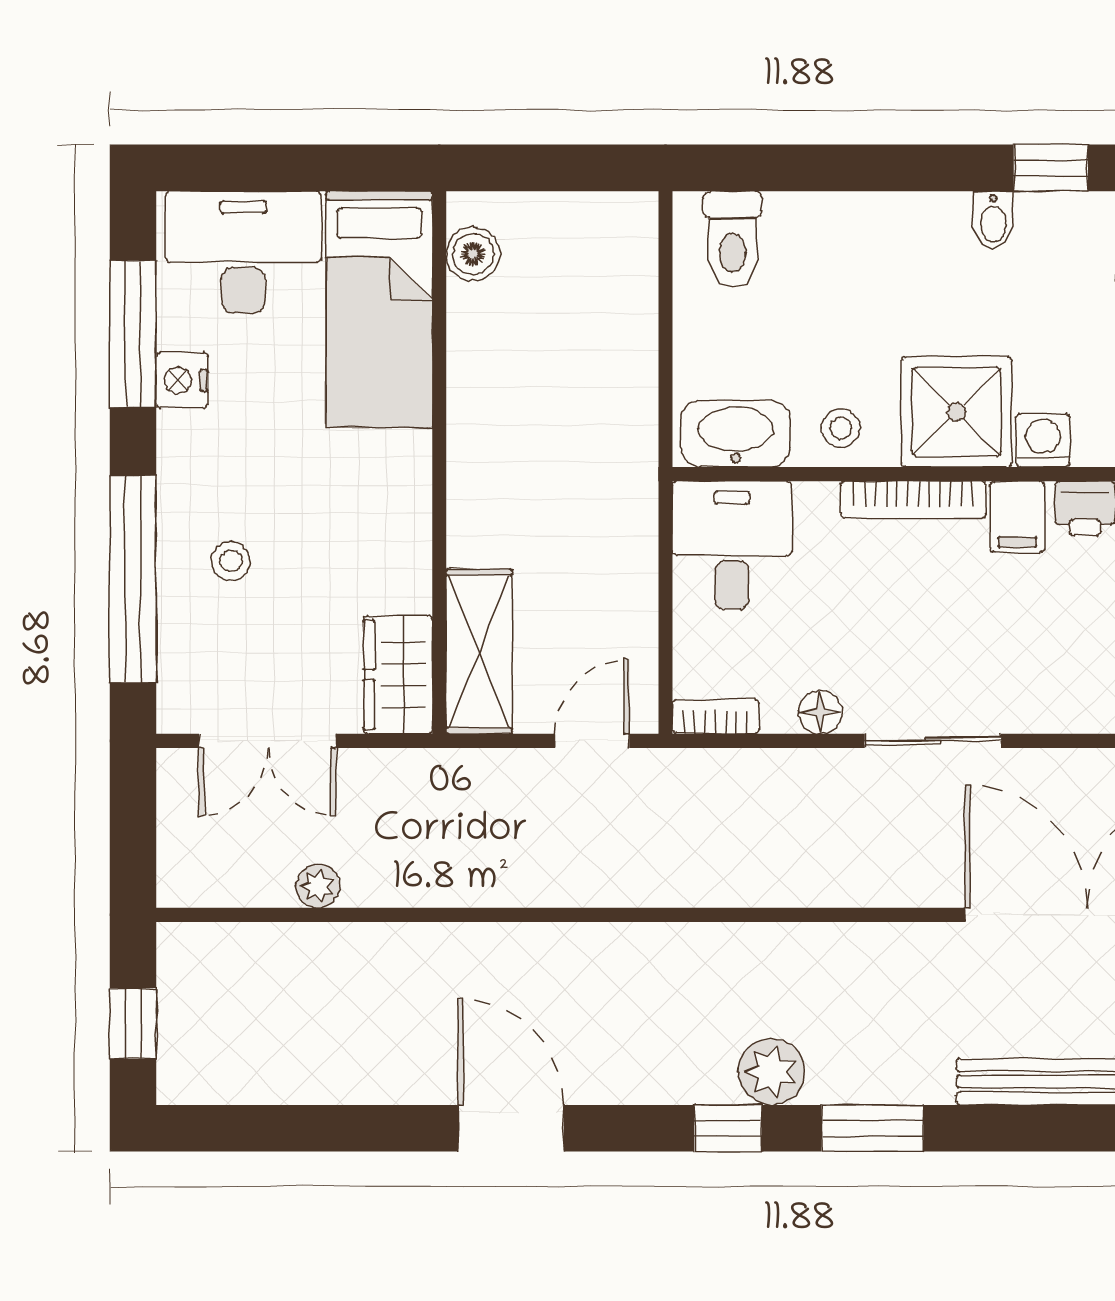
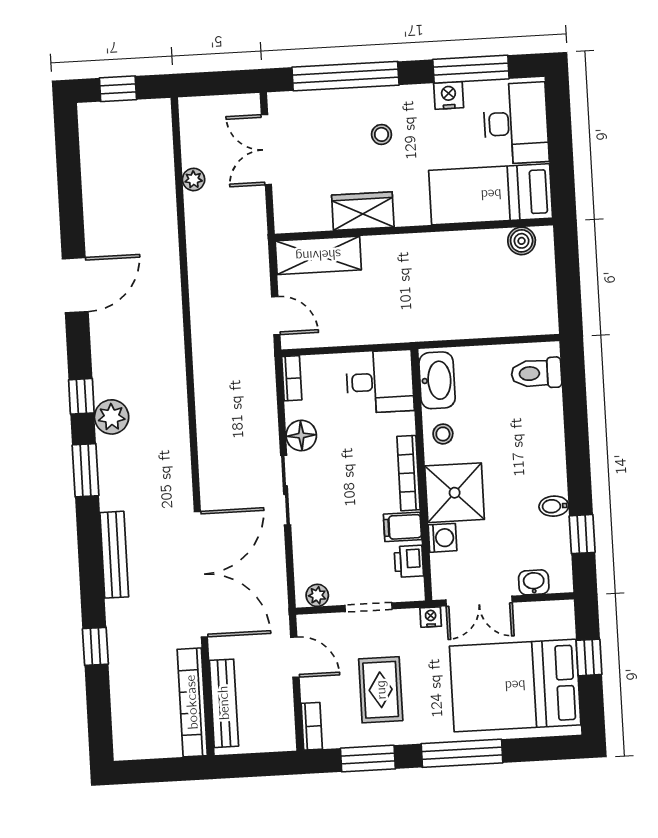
stool: (231, 561) -> (382, 134), moved
wardrobe: (398, 675) -> (363, 211), moved
floor lamp: (820, 712) -> (301, 435), width x1.37, depth x1.37

